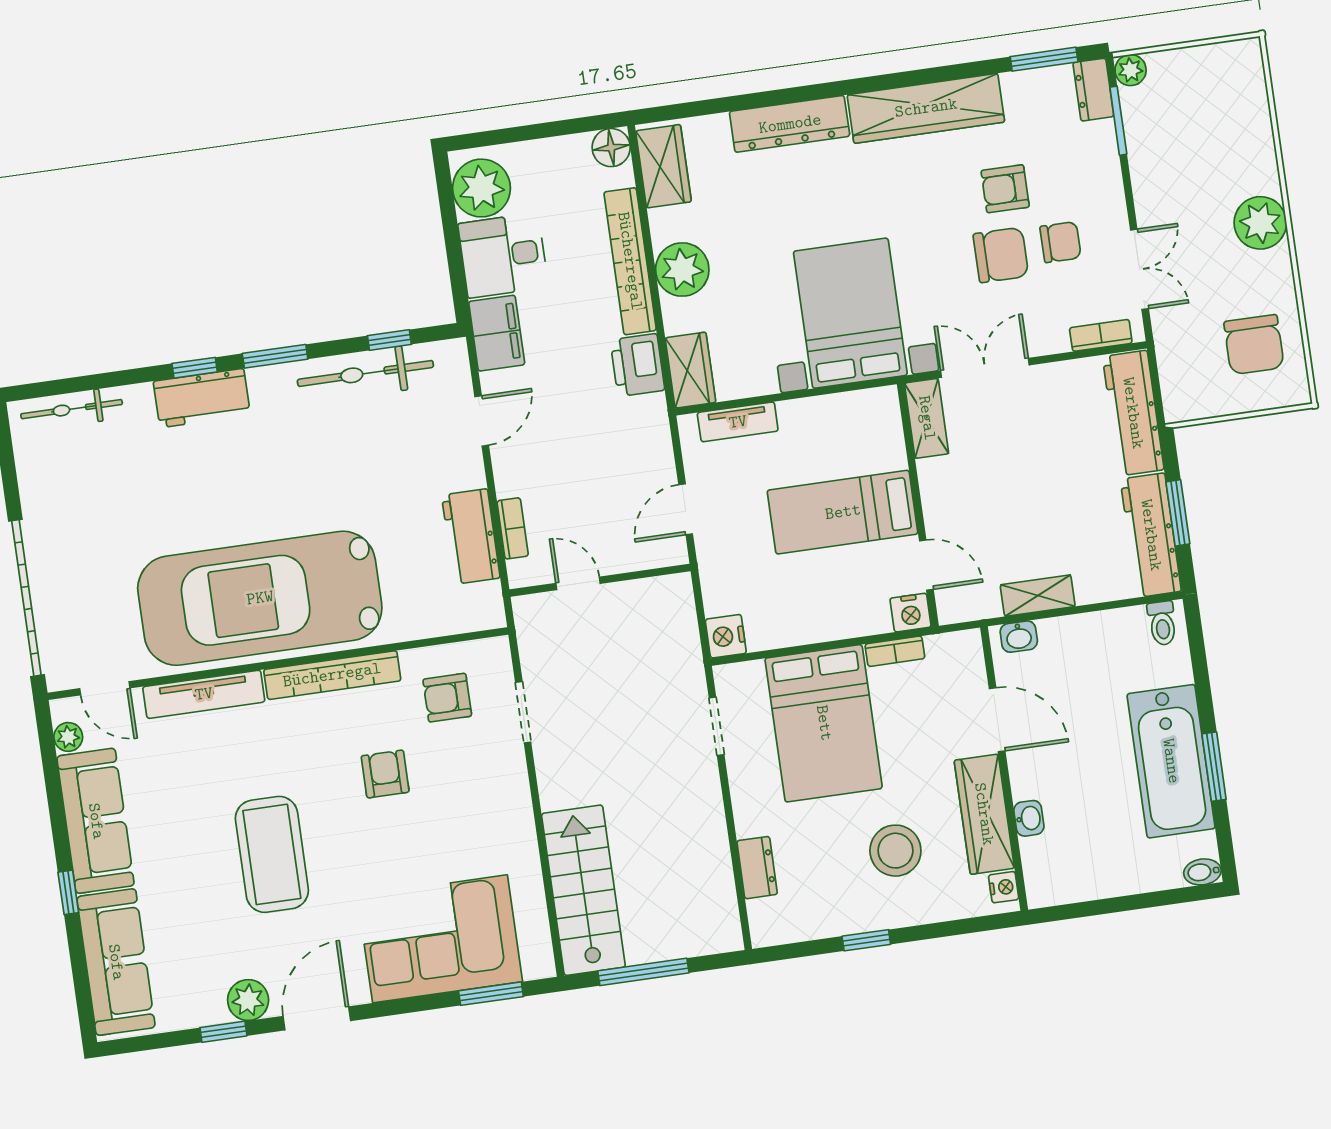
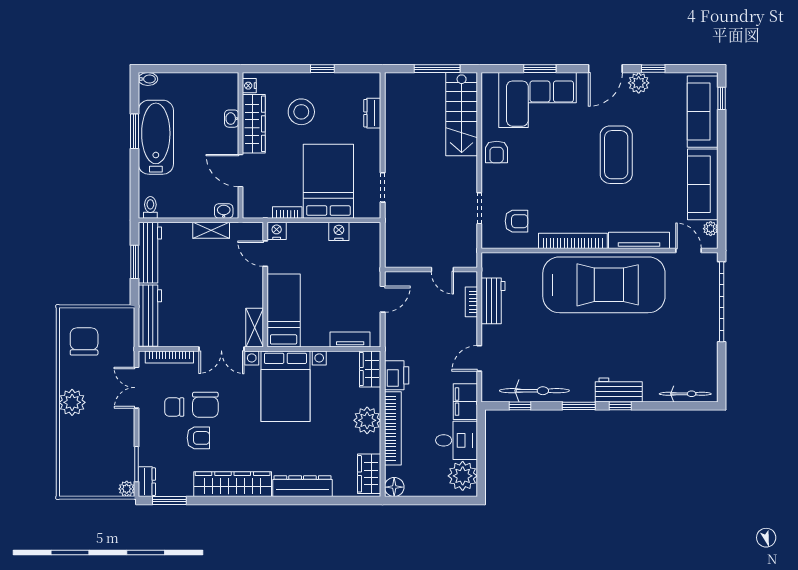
chair: (1001, 255) -> (205, 405), turned -90
bookcase: (1101, 335) -> (169, 357), width x1.56
bed: (843, 512) -> (284, 311), moved, turned -90
nightstand: (726, 636) -> (339, 231), moved, turned -90
armchair: (385, 774) -> (497, 152), moved
window: (68, 892) -> (722, 98), moved
window: (491, 994) -> (540, 69), moved

